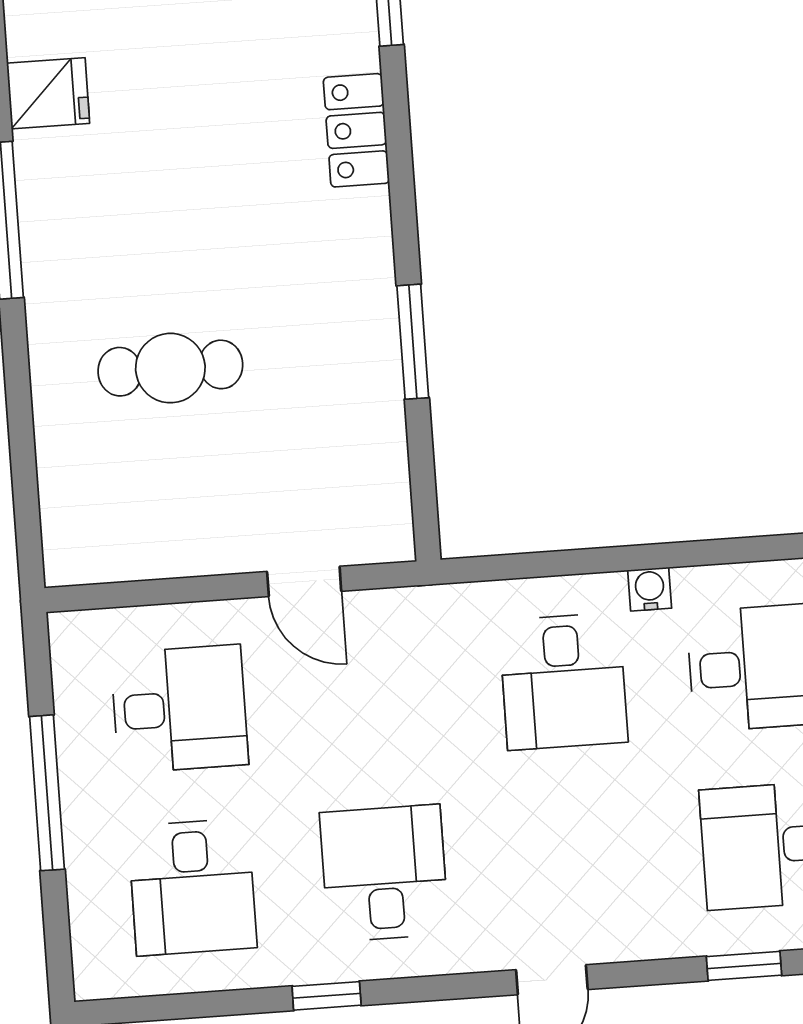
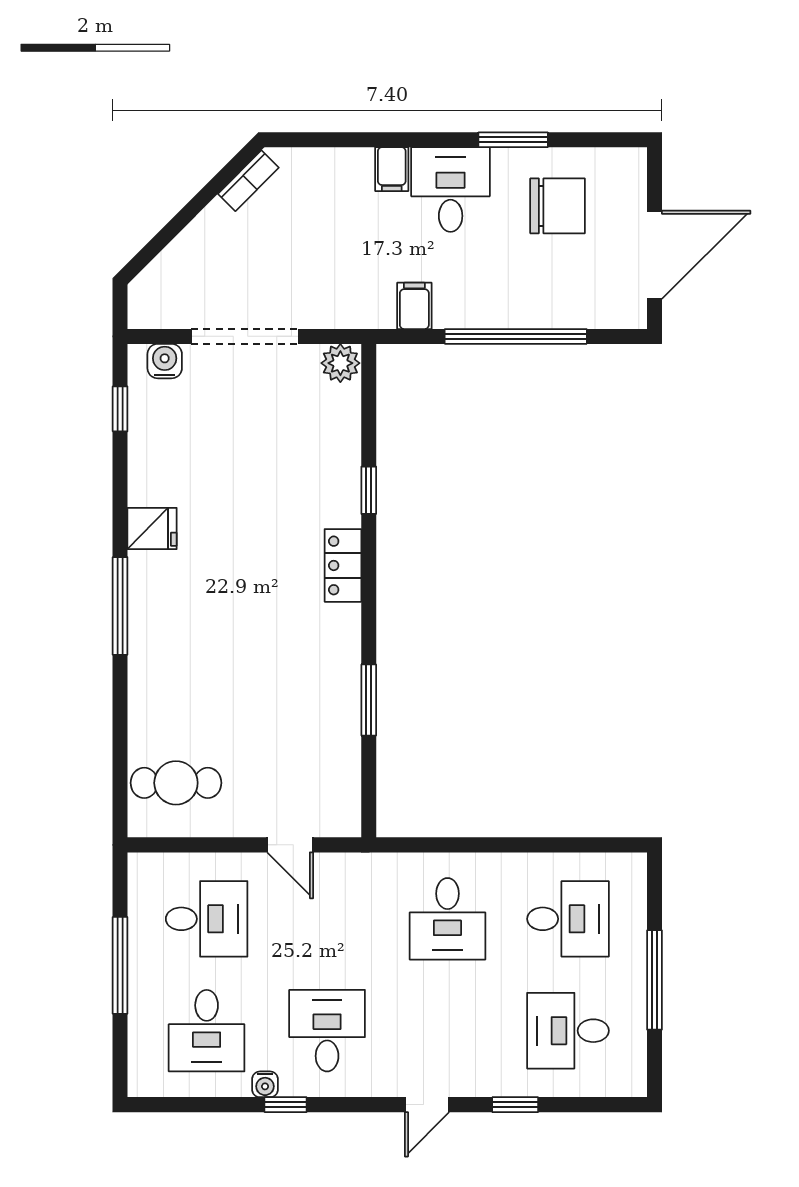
cafe table: (170, 368) -> (176, 783), moved
water cooler: (650, 589) -> (265, 1084), moved, turned 180
window: (744, 966) -> (515, 1105), moved

